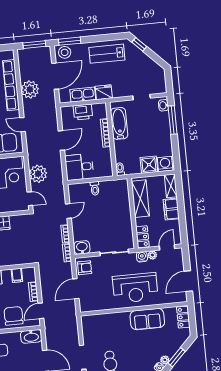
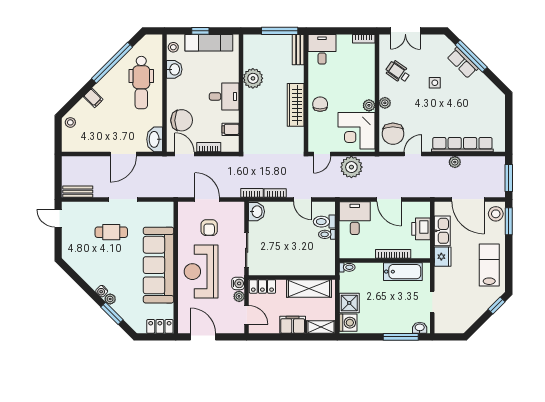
plant: (30, 89) -> (455, 162), width x0.53, depth x0.53
toilet: (85, 192) -> (324, 222), added
armchair: (85, 268) -> (209, 228), moved
sofa: (147, 319) -> (159, 265), width x1.85, depth x1.27

